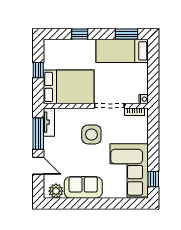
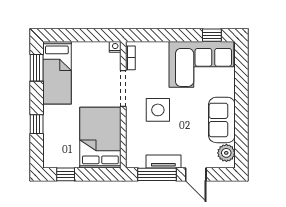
window: (38, 70) -> (66, 174), moved
tv unit: (49, 122) -> (163, 161), moved
door: (38, 166) -> (196, 174), swing flipped

